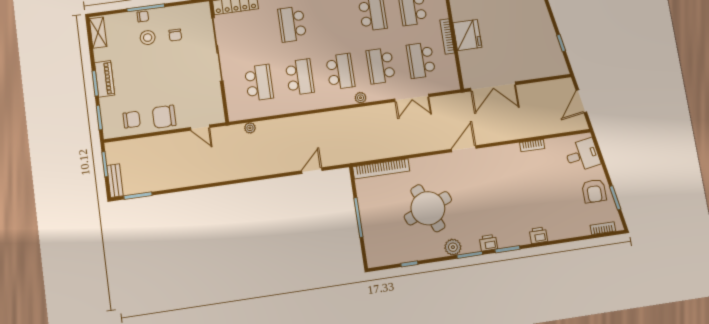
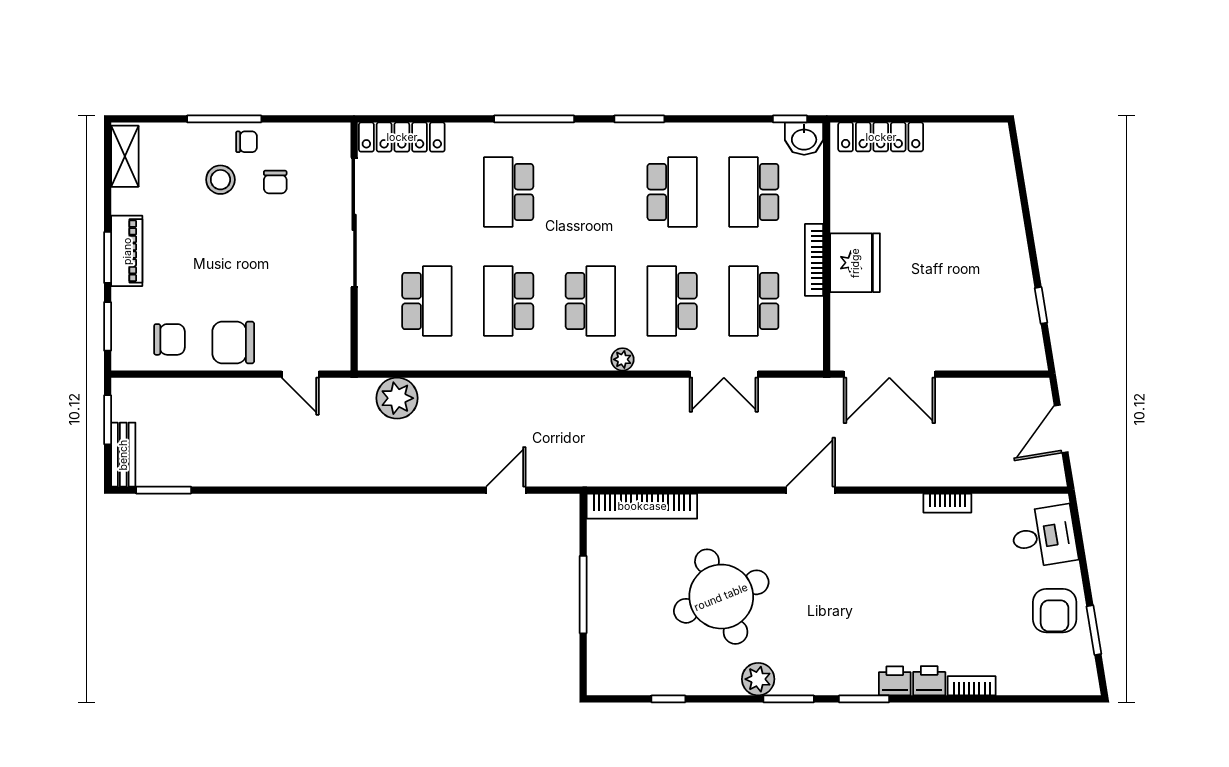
chair: (143, 16) -> (246, 142), moved
school desk: (300, 77) -> (509, 301), turned 180
plant: (250, 128) -> (397, 398), width x1.87, depth x1.87
bookcase: (603, 228) -> (972, 686), moved
printer: (488, 243) -> (895, 681), moved

